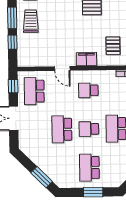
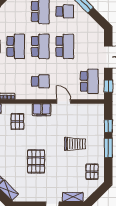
trolley: (31, 21) -> (75, 144), moved, turned -90
school desk: (89, 129) -> (40, 46), width x1.85
school desk: (62, 168) -> (65, 11), added

